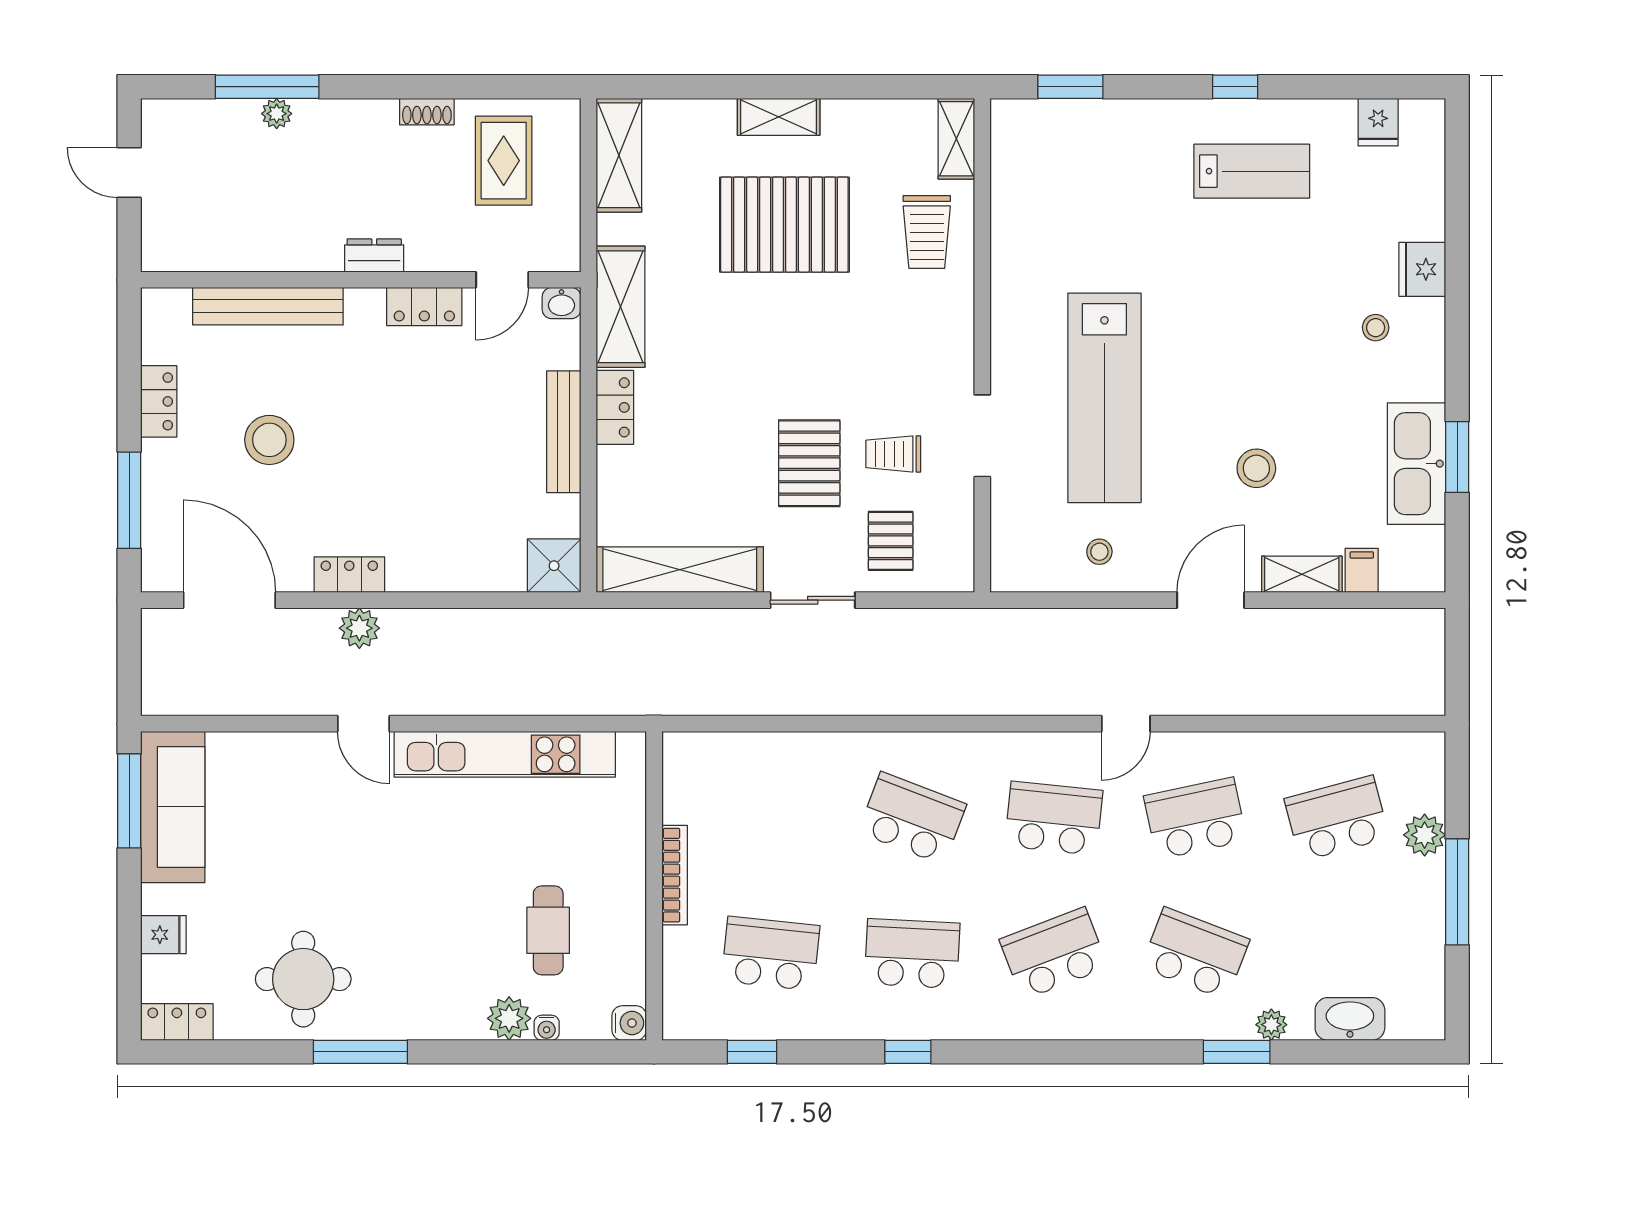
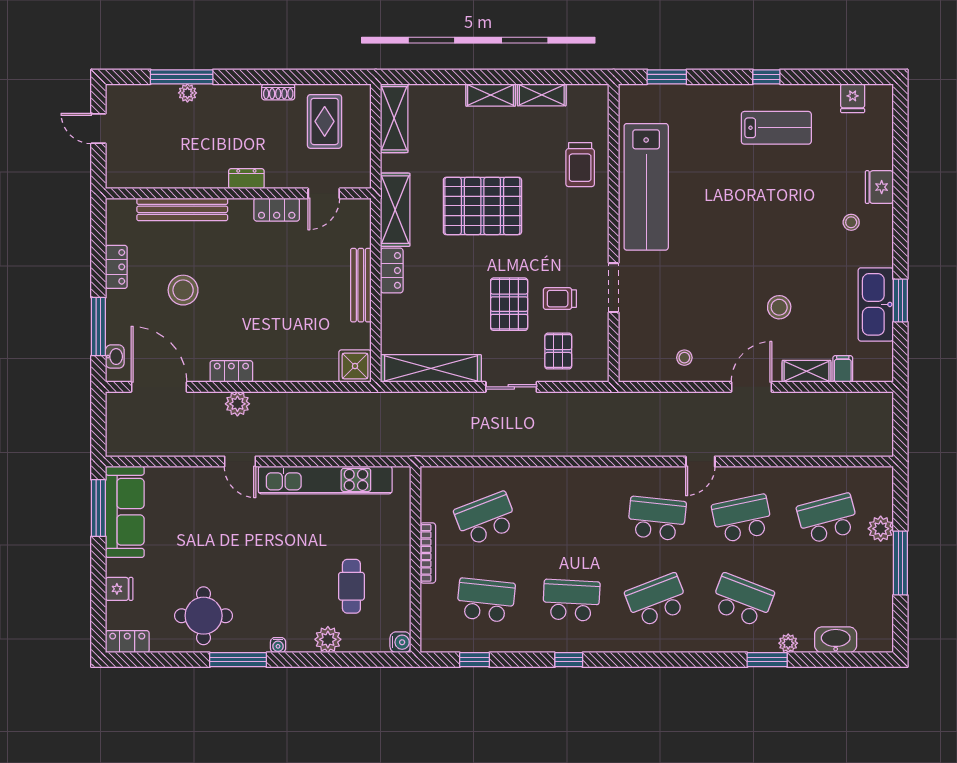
shelving: (956, 139) -> (542, 95), moved, turned 90
pallet: (784, 225) -> (482, 206), moved
washbasin: (562, 303) -> (115, 357), moved, turned -90
lab bench: (1104, 398) -> (646, 187), moved
school desk: (912, 818) -> (486, 519), moved, turned -42
water cooler: (547, 1028) -> (278, 645), moved

